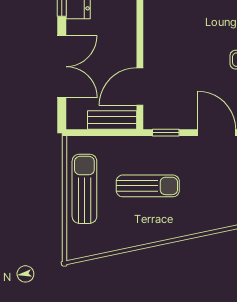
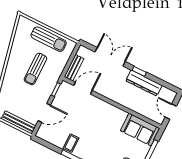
double door: (62, 67) -> (110, 57), swing flipped
door: (140, 87) -> (83, 88), hinge flipped

